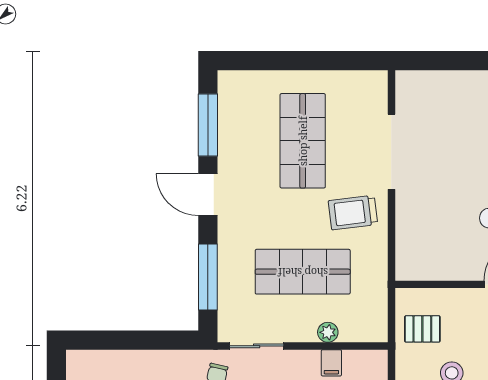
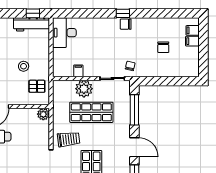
plant: (408, 268) -> (43, 114), added
plant: (328, 332) -> (84, 89), width x1.88, depth x1.88

